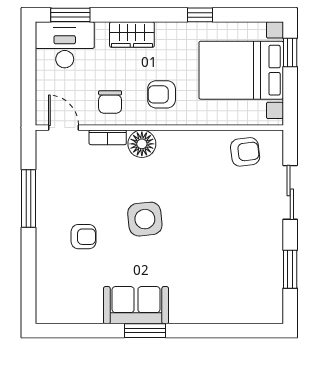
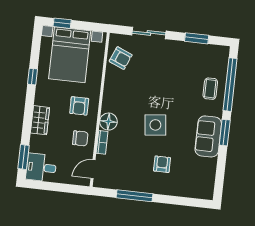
desk: (65, 45) -> (41, 168), width x0.73
armchair: (245, 152) -> (121, 58), turned 120
coffee table: (212, 300) -> (210, 89), added
window: (222, 331) -> (230, 85), added

